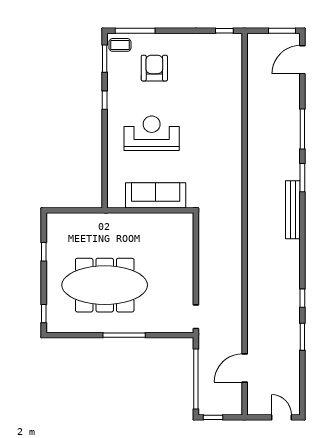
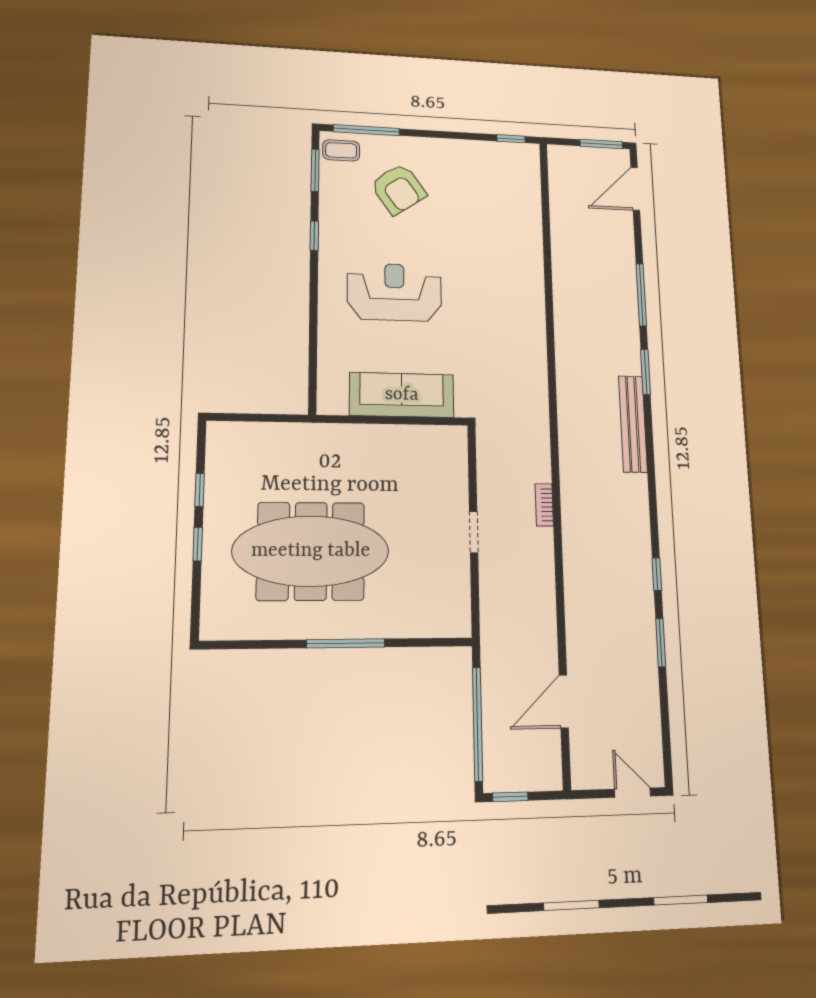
armchair: (154, 68) -> (398, 189), turned 145
bookcase: (237, 258) -> (544, 505), added
window: (44, 314) -> (198, 544), moved
doorway: (196, 317) -> (474, 532), moved

